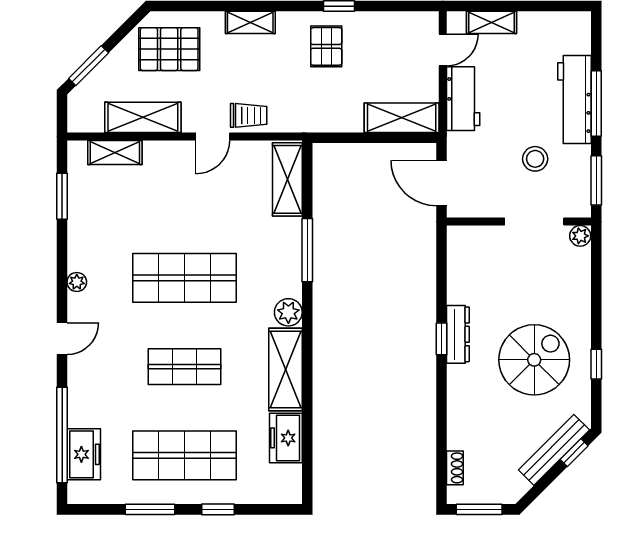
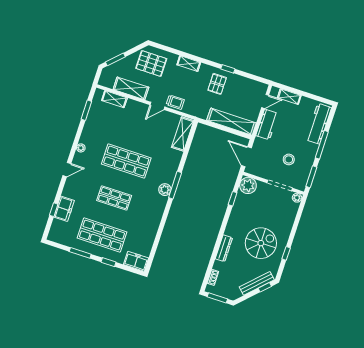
workbench: (575, 100) -> (319, 124), moved
shelving: (402, 118) -> (232, 122), width x1.47
plant: (465, 244) -> (248, 185), added
window: (307, 250) -> (175, 185), moved
dresser: (458, 334) -> (224, 248), moved
window: (441, 339) -> (233, 199), moved
shelving: (285, 370) -> (156, 213), removed
window: (62, 435) -> (54, 210), width x0.32
freezer: (286, 438) -> (136, 261), moved, turned 90
freezer: (84, 454) -> (64, 209), moved

